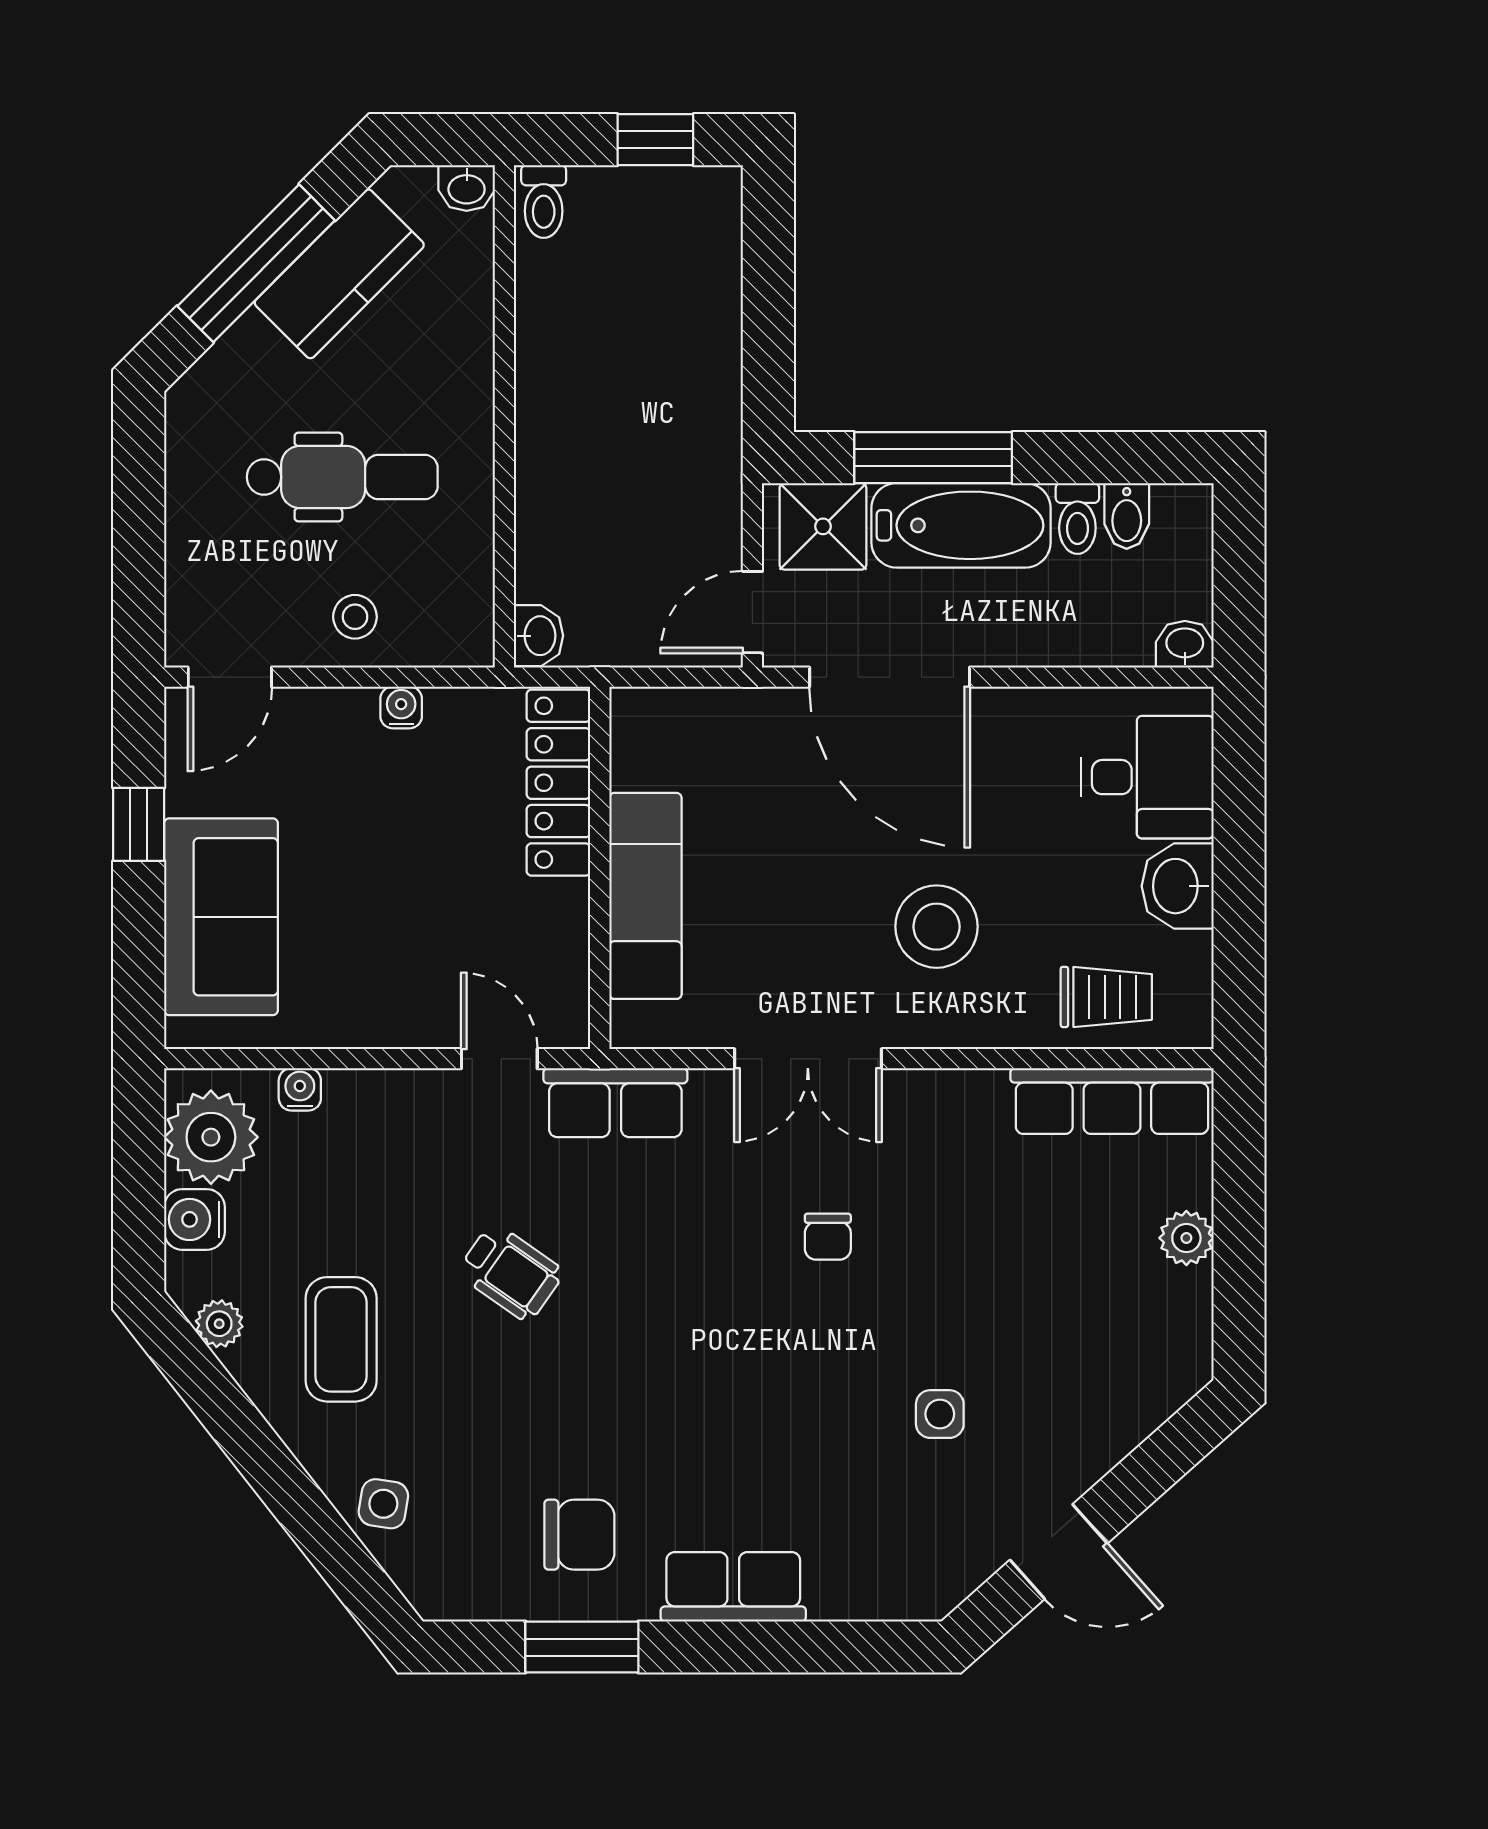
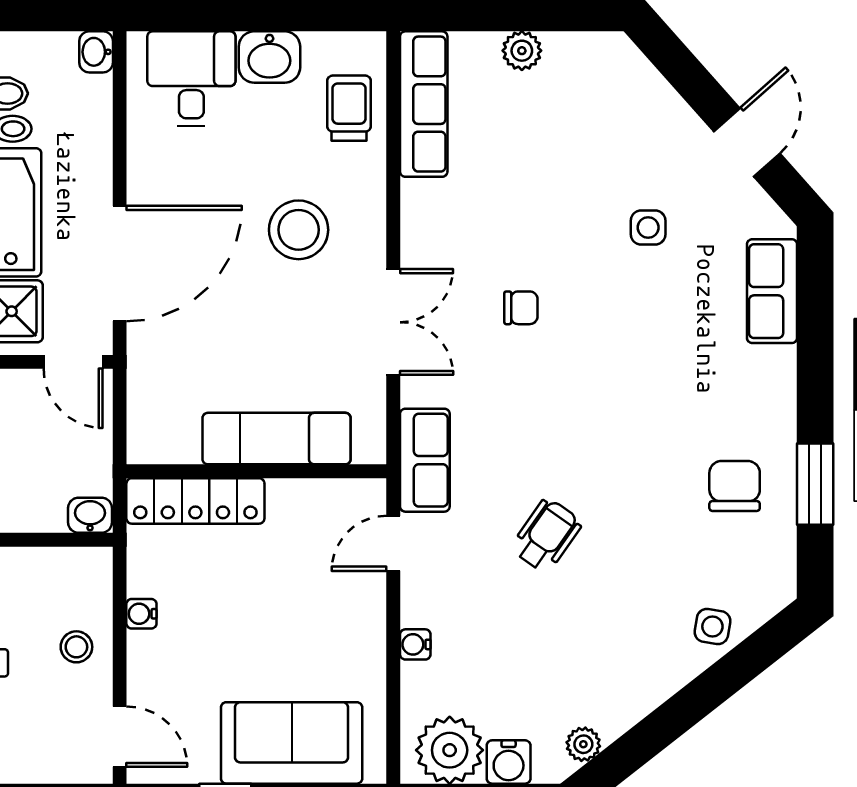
water cooler: (300, 1089) -> (415, 644), moved
coffee table: (341, 1339) -> (595, 657), removed
row of seats: (733, 1587) -> (772, 291), moved

